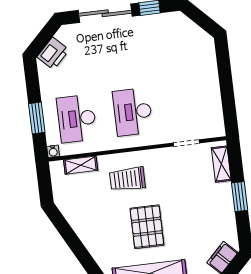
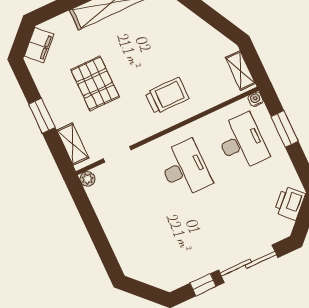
plant: (218, 130) -> (87, 179), added
shelving: (81, 165) -> (240, 70), moved, turned 90
pallet: (147, 227) -> (95, 83), moved

